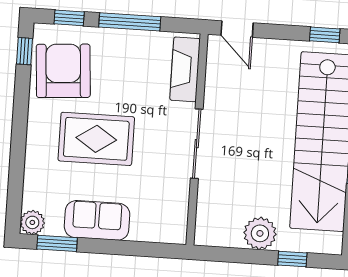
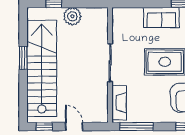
window: (130, 22) -> (137, 127), moved
door: (237, 29) -> (74, 127), moved

